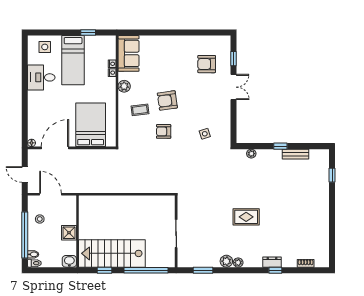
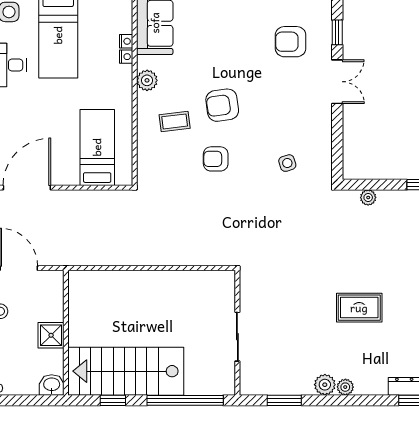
bed: (91, 125) -> (97, 147), width x0.67

